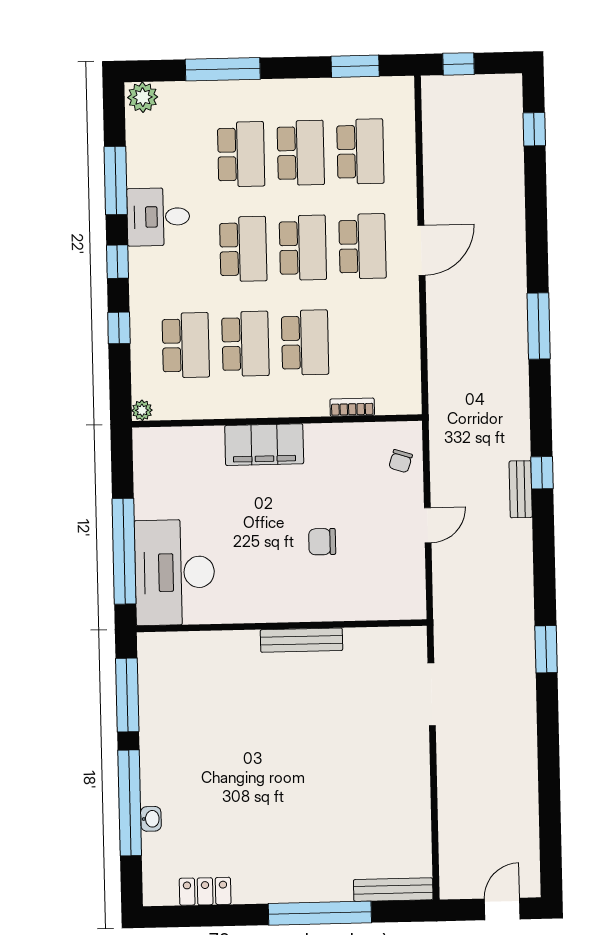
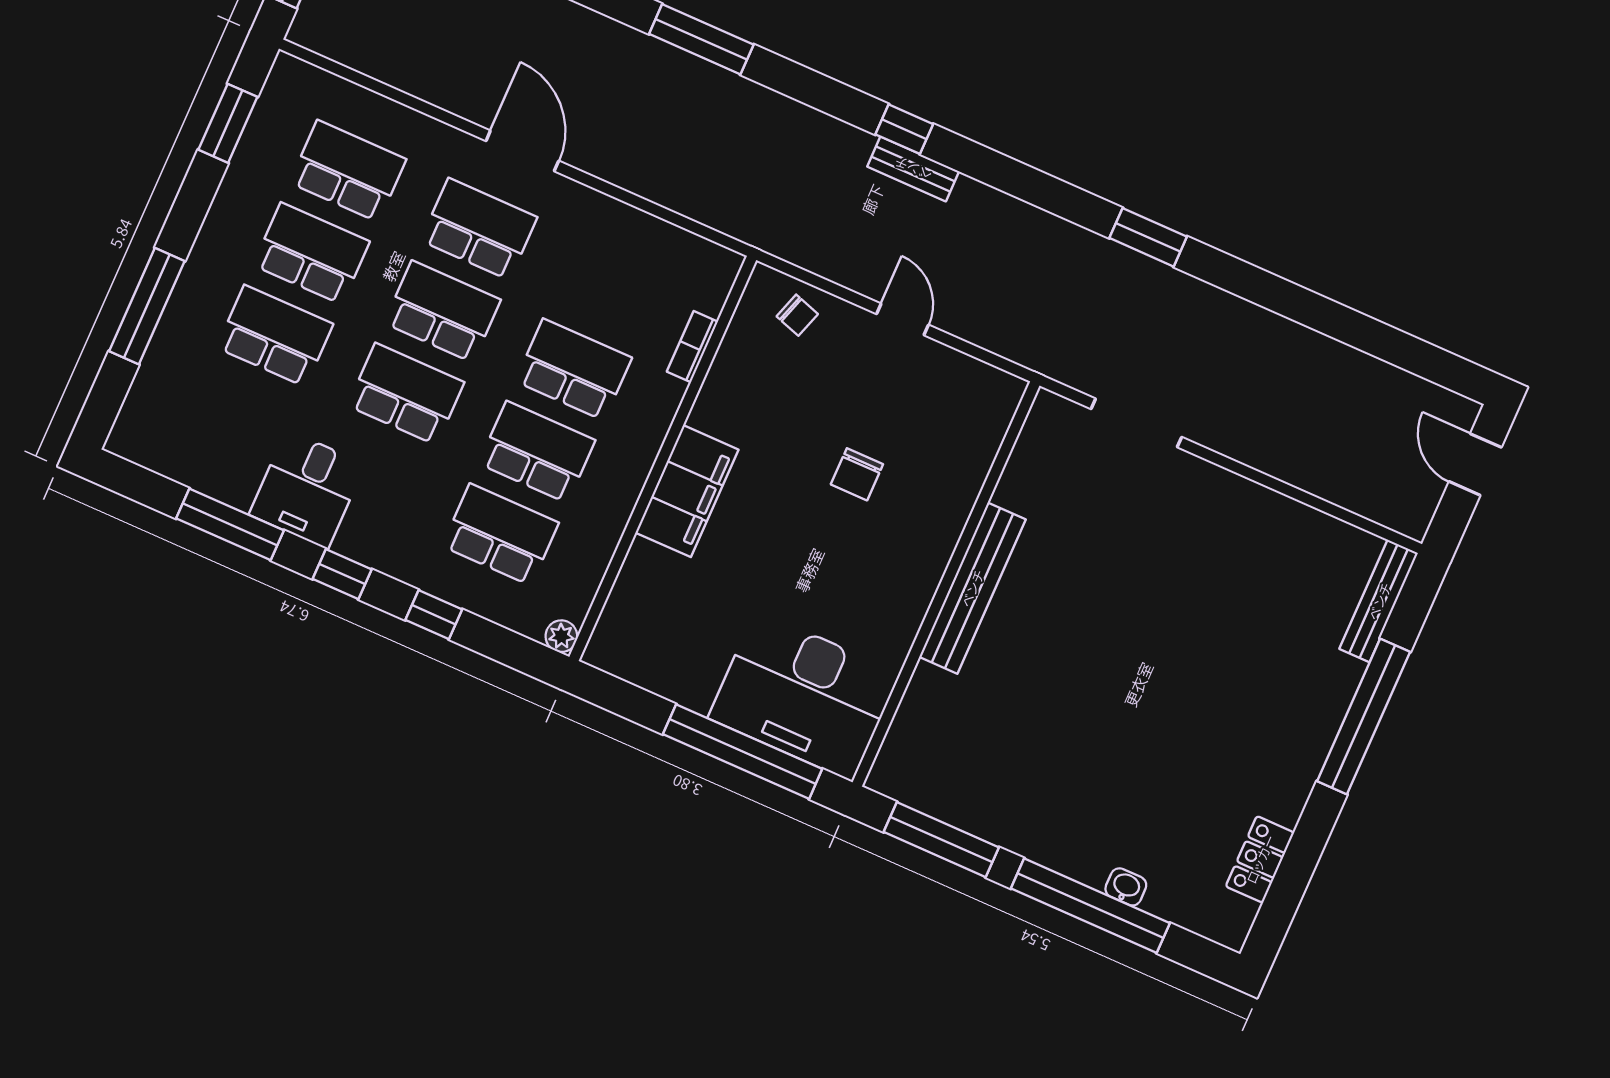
plant: (143, 97) -> (133, 434), removed
bench: (301, 640) -> (972, 588), width x1.37, depth x1.21

